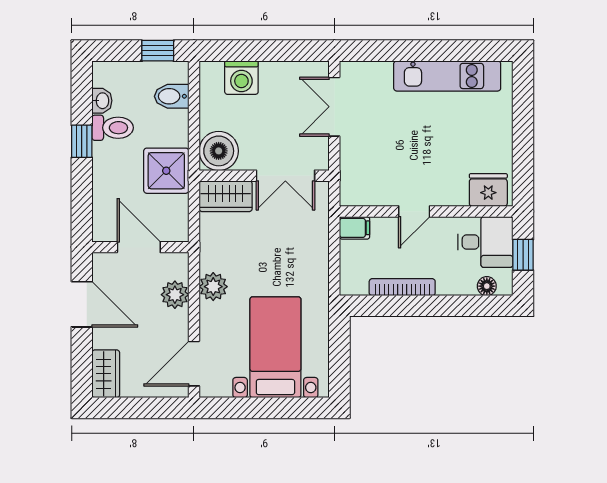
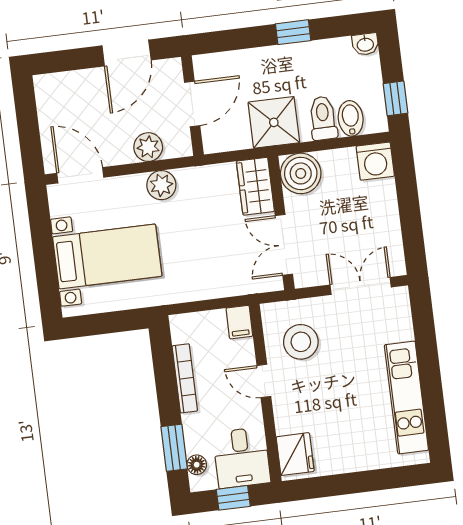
washing machine: (241, 78) -> (375, 161), moved, turned -90
washbasin: (102, 101) -> (365, 44), moved
toilet: (113, 128) -> (323, 118), moved, turned 180
stool: (381, 171) -> (301, 342), added
window: (468, 306) -> (174, 448), added
wardrobe: (106, 374) -> (59, 86), removed

